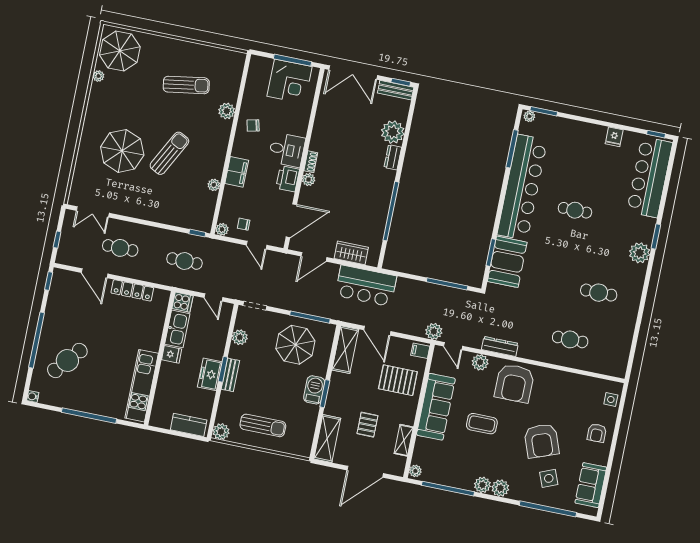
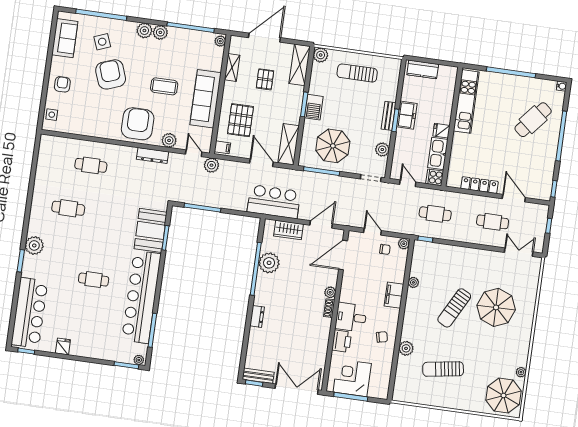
plant: (393, 132) -> (269, 263), moved
printer: (288, 179) -> (342, 341), moved
pallet: (398, 380) -> (241, 120), turned 90
plant: (221, 432) -> (321, 55), moved

